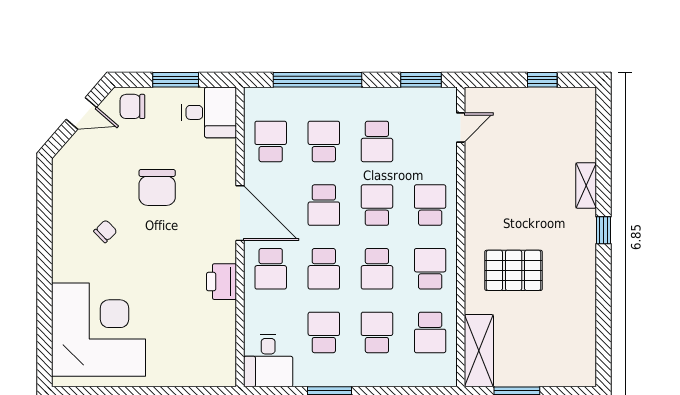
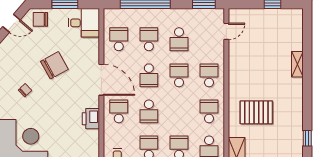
chair: (157, 187) -> (54, 65), turned -119
window: (603, 230) -> (307, 138), moved
school desk: (271, 269) -> (119, 111), turned 180
school desk: (377, 269) -> (179, 111), removed

